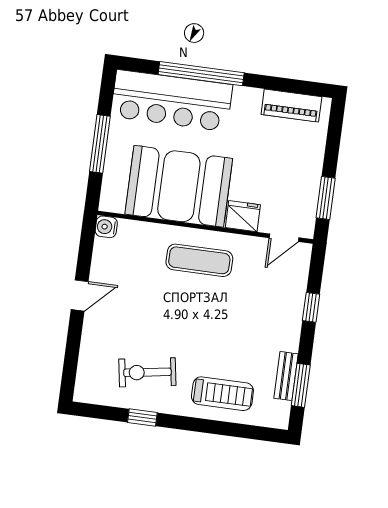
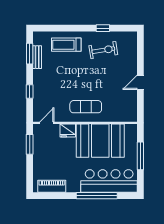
water cooler: (106, 227) -> (132, 117), removed

